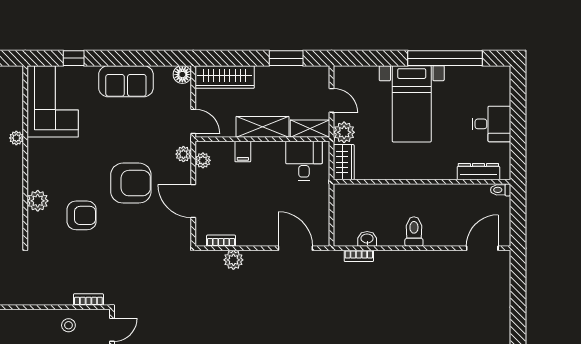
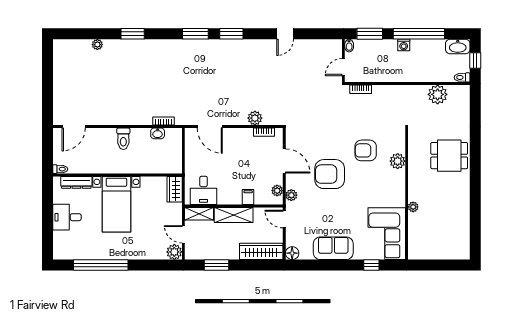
bed with nightstands: (412, 104) -> (116, 204), moved, turned 180
plant: (344, 132) -> (174, 252), moved
stool: (68, 325) -> (375, 70), removed

